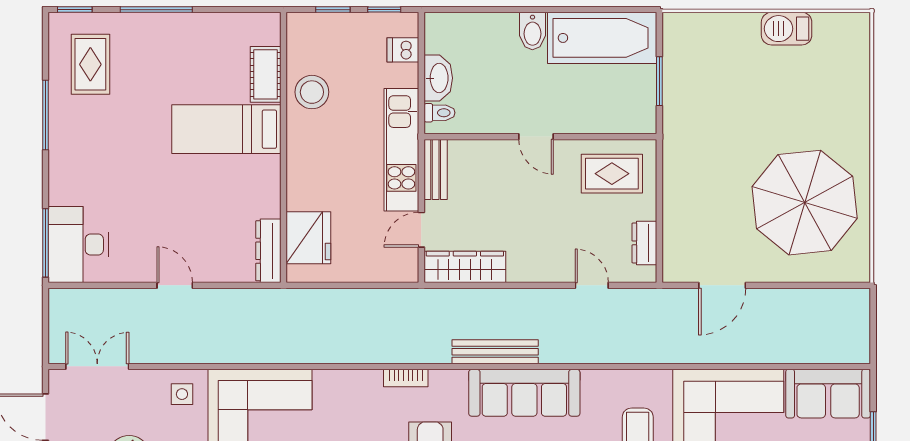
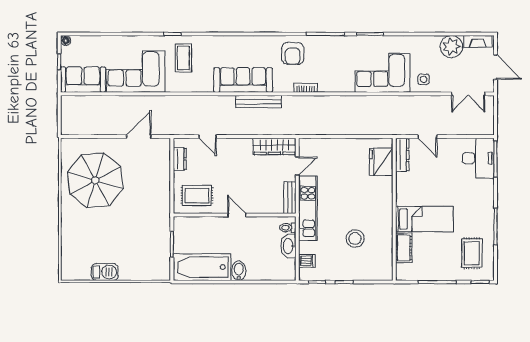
cot: (266, 74) -> (404, 248), moved
bed: (226, 129) -> (424, 219), moved
wall: (284, 147) -> (394, 209), moved
fridge: (308, 238) -> (381, 162), moved
dresser: (268, 251) -> (402, 155), moved

